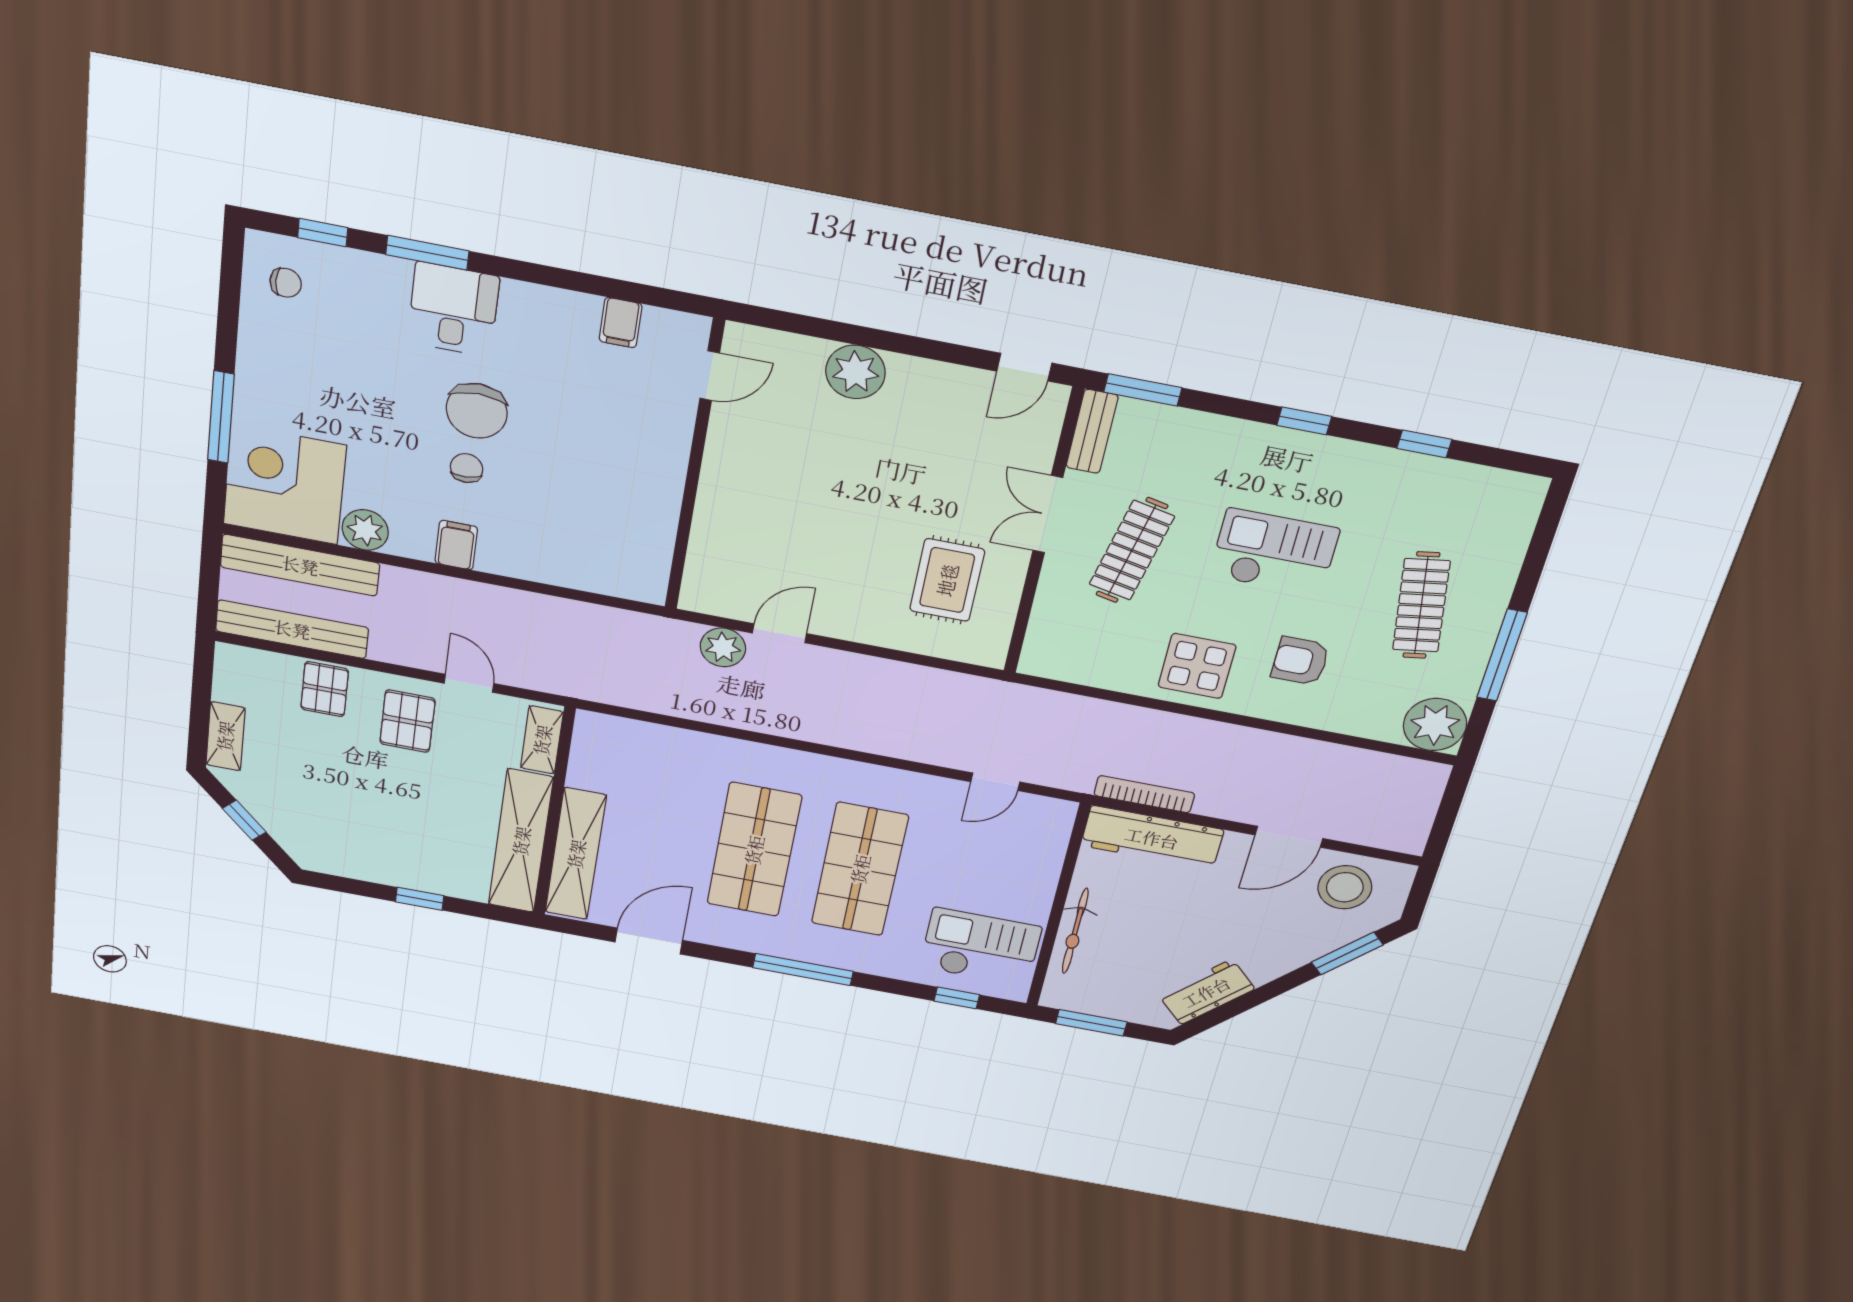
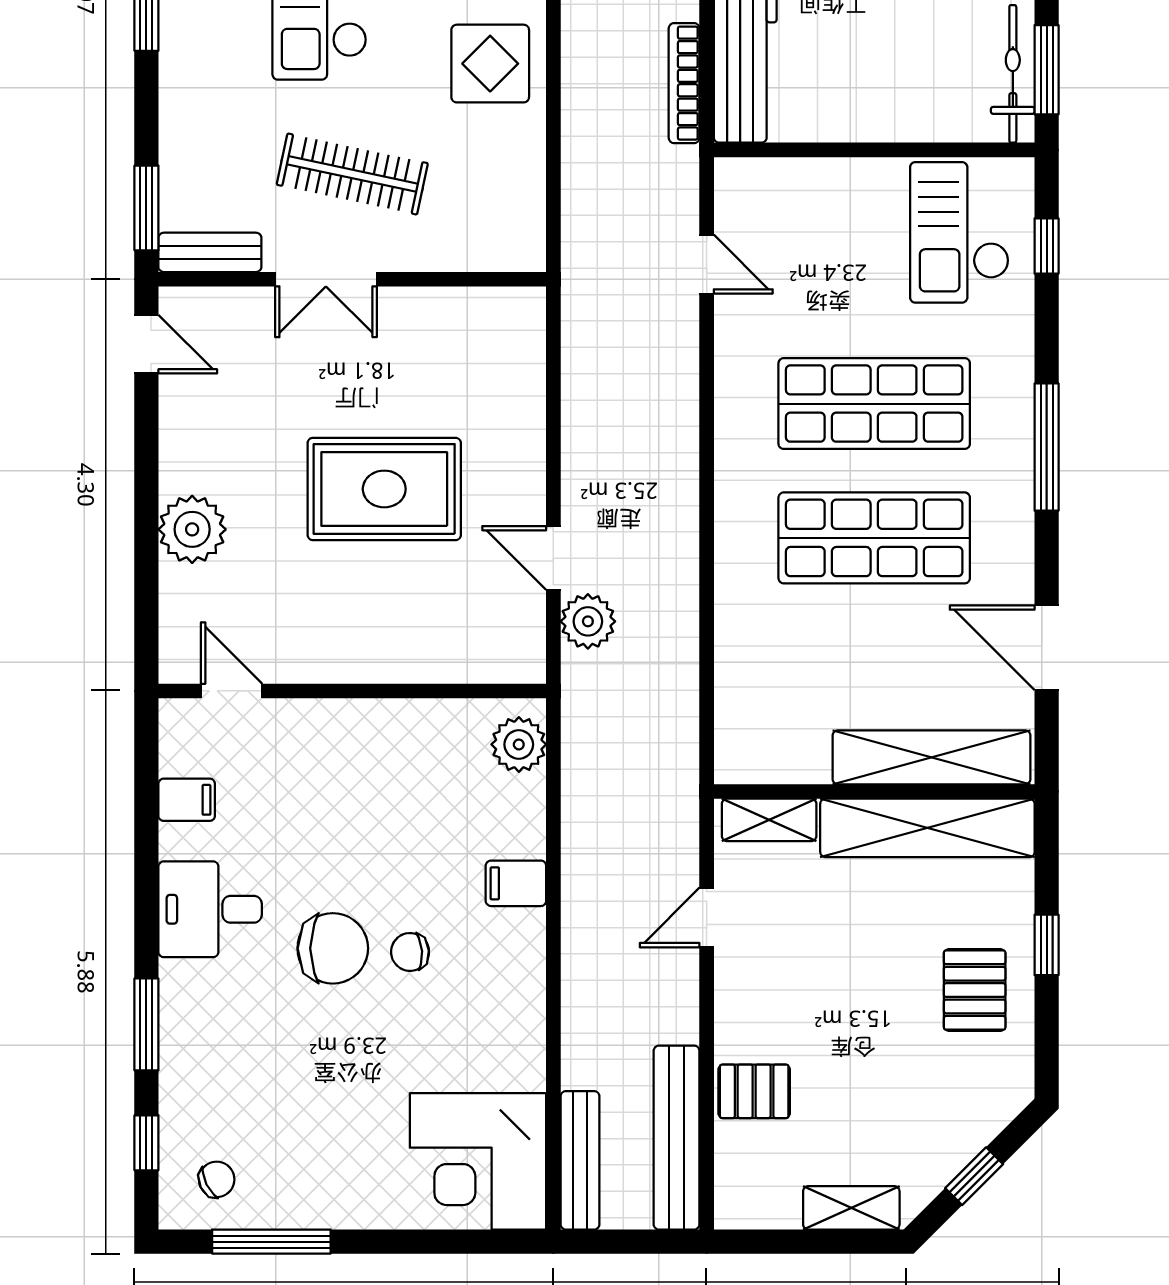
chair: (286, 283) -> (217, 1179), turned 64
desk: (453, 309) -> (210, 909), moved
window: (221, 417) -> (271, 1242), moved
plant: (365, 530) -> (519, 744), moved
filing cabinet: (456, 545) -> (516, 883), moved
bench: (300, 565) -> (580, 1160), width x0.73, depth x0.82
rug: (947, 580) -> (384, 489), moved, width x1.36, depth x1.43
pallet: (407, 721) -> (975, 990), moved, turned 90
bicycle: (1075, 931) -> (1013, 74), moved, turned -90

